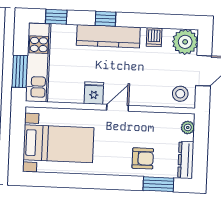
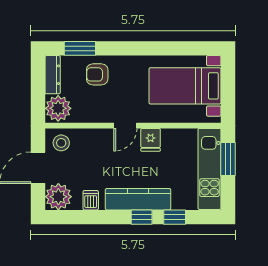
window: (56, 17) -> (175, 217), moved
plant: (188, 127) -> (58, 108), width x1.88, depth x1.88

